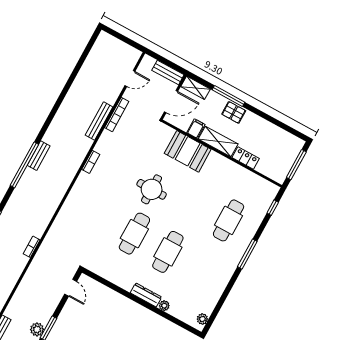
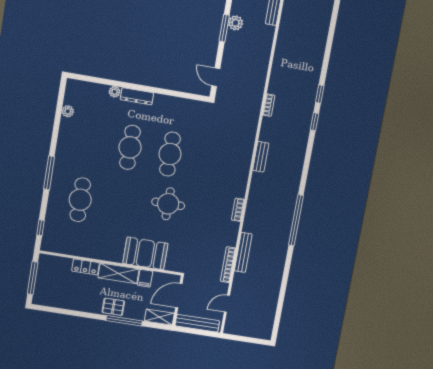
bench: (168, 72) -> (197, 323), width x1.36
bench: (39, 156) -> (261, 157), moved
window: (24, 165) -> (296, 220), moved
plant: (202, 319) -> (68, 111), moved

